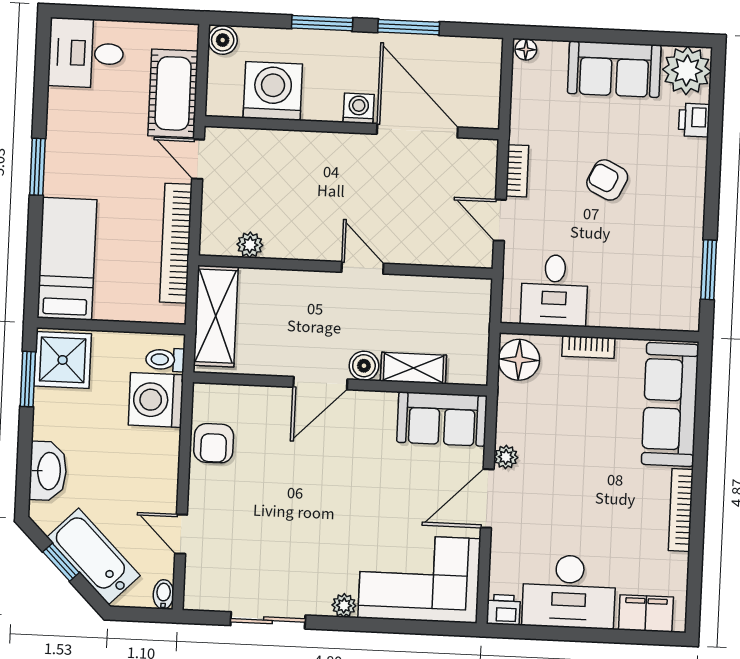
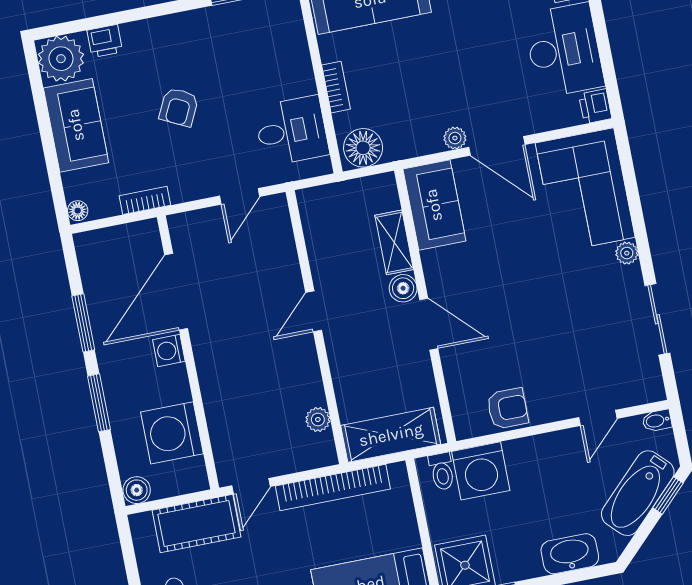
bookcase: (517, 171) -> (145, 200), moved
window: (61, 562) -> (668, 495), moved

